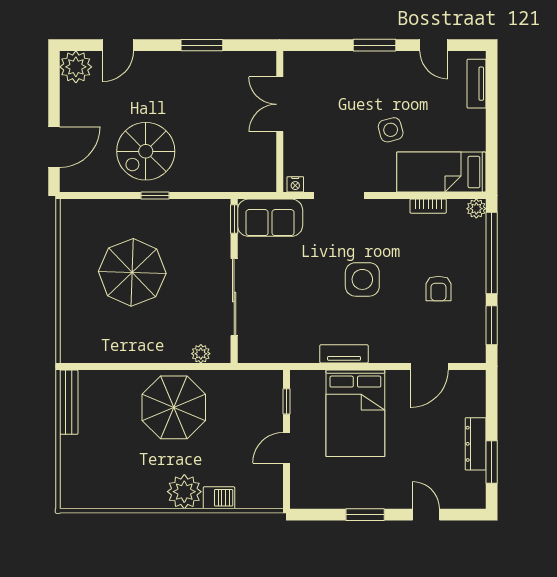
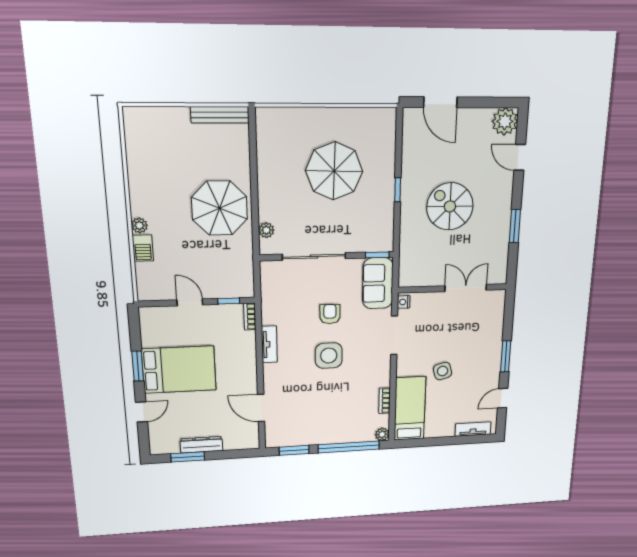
spiral stairs: (146, 151) -> (450, 206), moved
armchair: (438, 289) -> (330, 314), moved, turned 90
bookcase: (307, 377) -> (250, 317), added
bed: (355, 413) -> (179, 370), moved, turned 180
plant: (184, 492) -> (139, 225), width x0.53, depth x0.53

